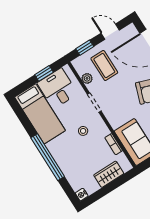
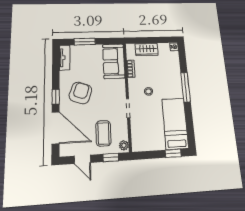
window: (44, 73) -> (173, 153), moved
plant: (87, 78) -> (124, 145), moved
desk: (57, 88) -> (151, 136), removed
window: (48, 157) -> (186, 87), width x0.68

